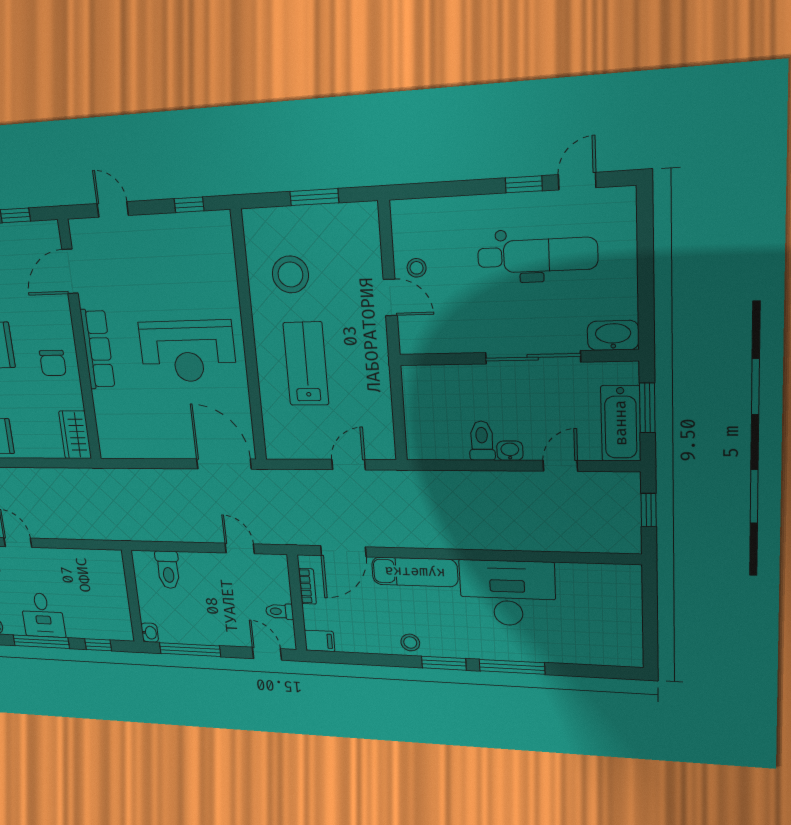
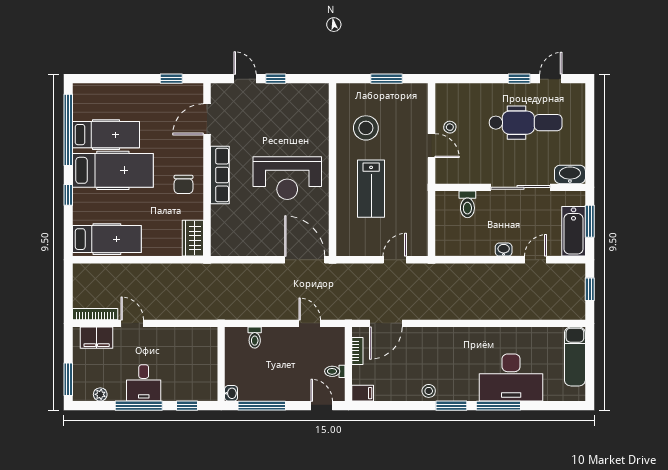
window: (189, 205) -> (276, 79), moved
lab bench: (306, 364) -> (371, 189), turned 180
toilet: (482, 441) -> (467, 204), moved, turned 180
toilet: (168, 570) -> (255, 338), width x0.73, depth x0.72
exam couch: (415, 572) -> (575, 356), moved, turned 90
desk: (507, 593) -> (511, 377), moved, turned 180

